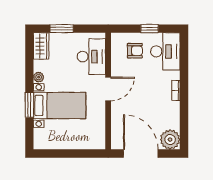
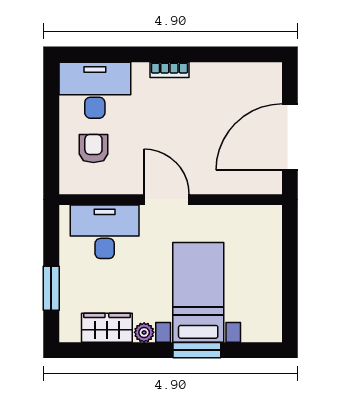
window: (149, 29) -> (51, 120), removed
wardrobe: (41, 46) -> (107, 328), moved
plant: (170, 140) -> (263, 81), removed

